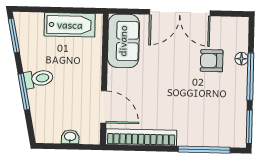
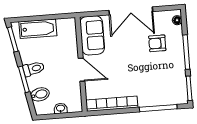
bathtub: (70, 25) -> (38, 29), moved
floor lamp: (241, 59) -> (177, 20), moved
door: (104, 107) -> (81, 70), moved
bidet: (44, 115) -> (40, 94), added

